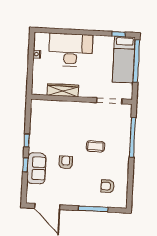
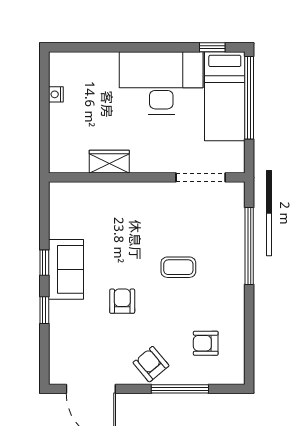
desk: (71, 50) -> (161, 83), moved
wardrobe: (63, 90) -> (109, 162), width x0.67
sofa: (36, 168) -> (66, 269), moved
armchair: (79, 195) -> (151, 364), added

